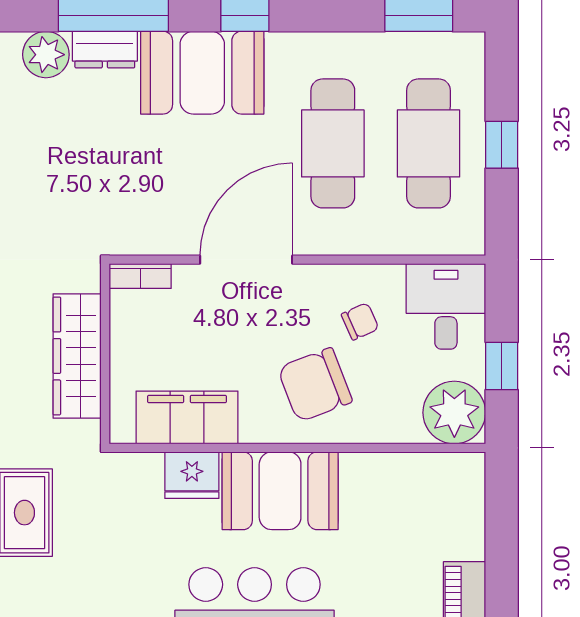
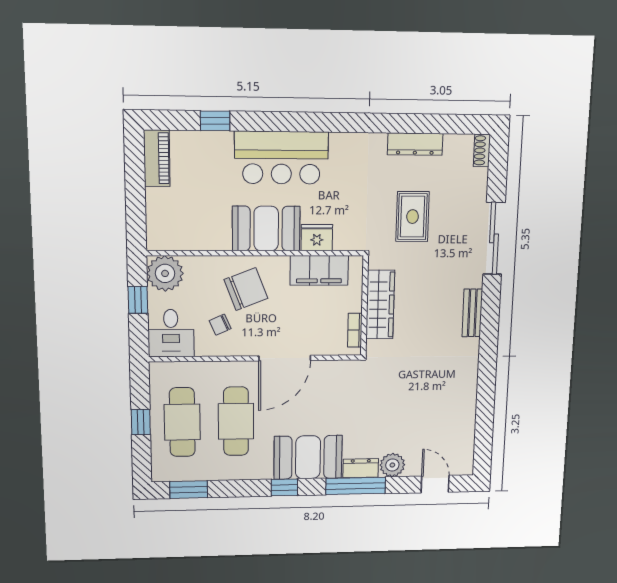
bookcase: (140, 276) -> (355, 330), moved, turned -90

